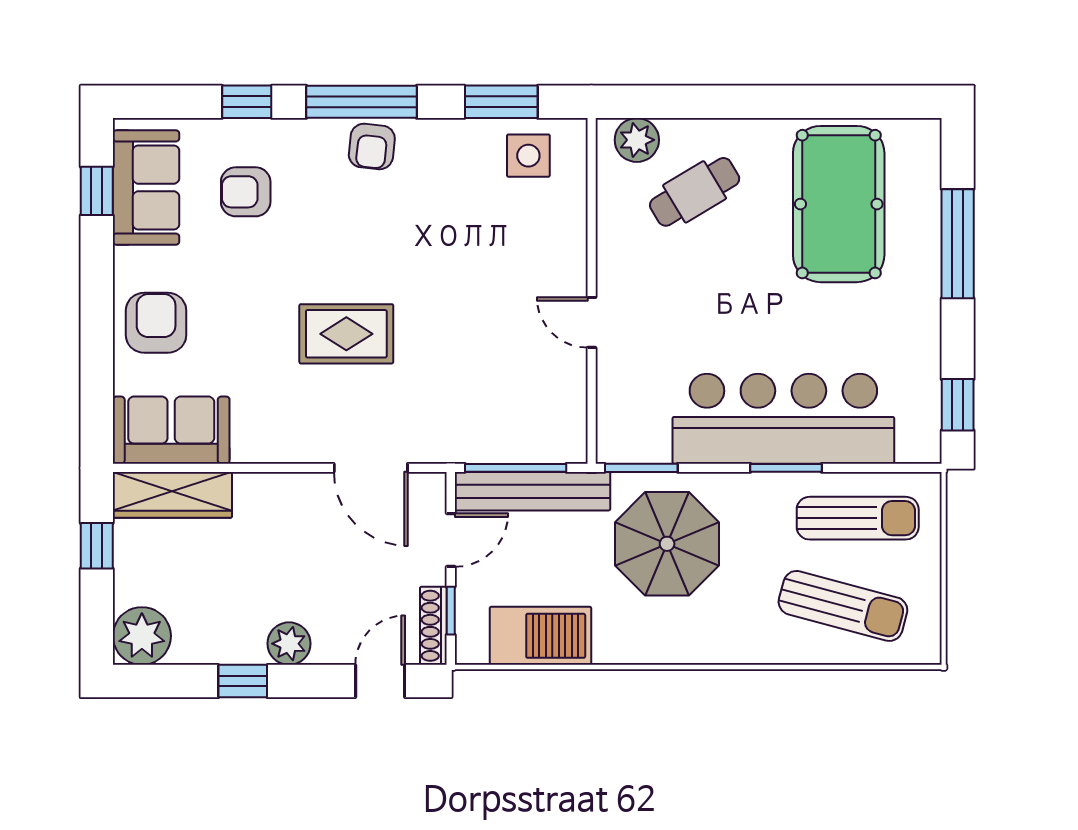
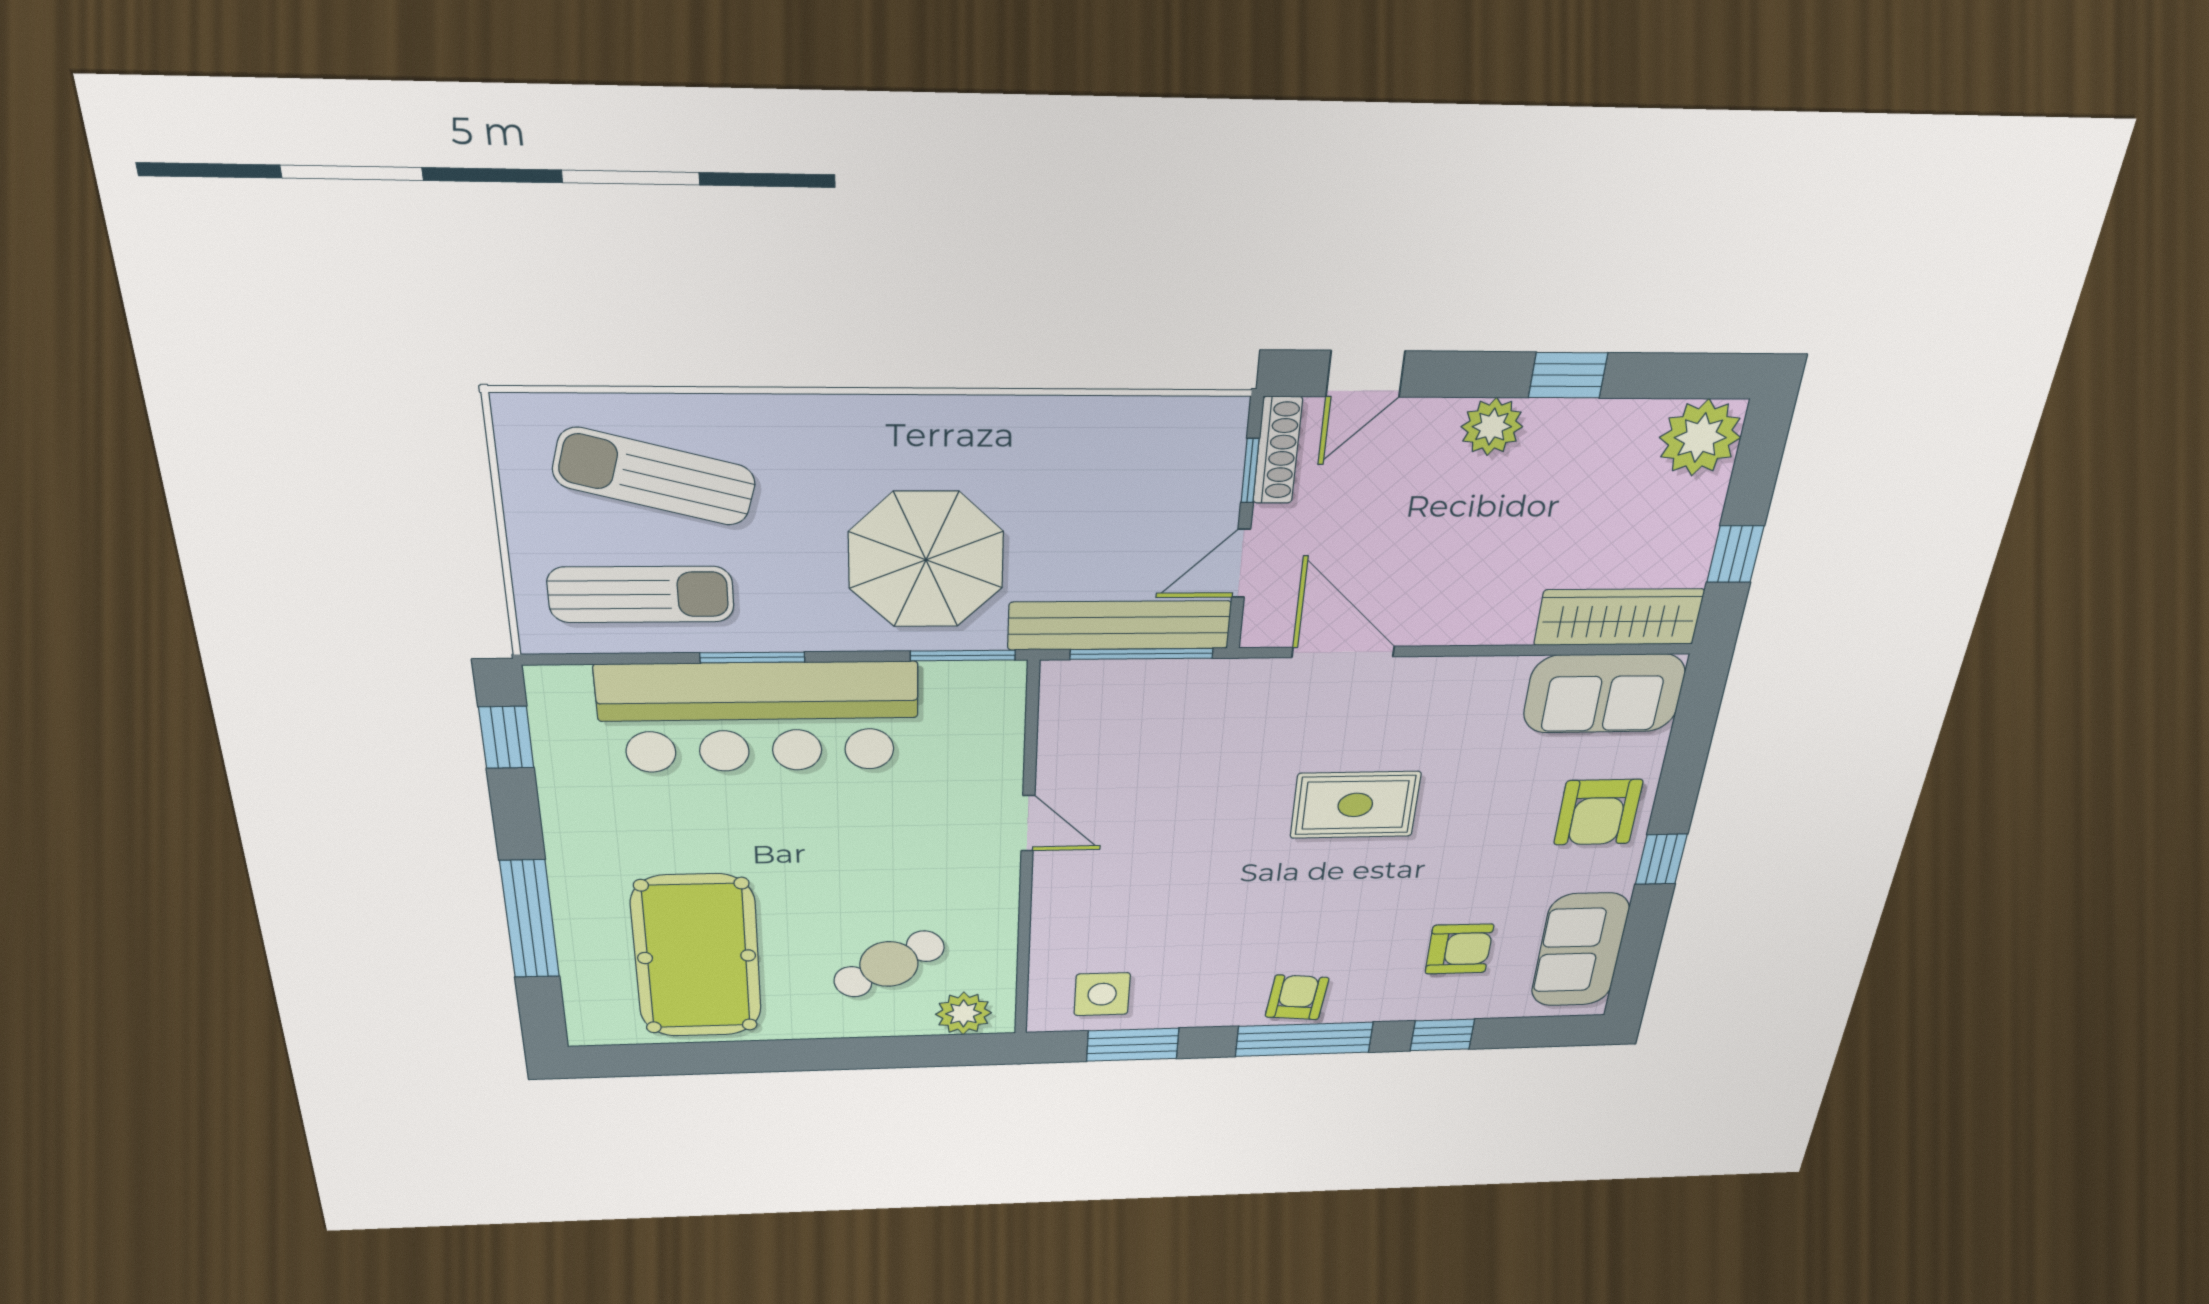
window: (97, 191) -> (1661, 859), moved
sun lounger: (858, 518) -> (641, 595), turned 180
barbecue: (540, 636) -> (1119, 436), removed

